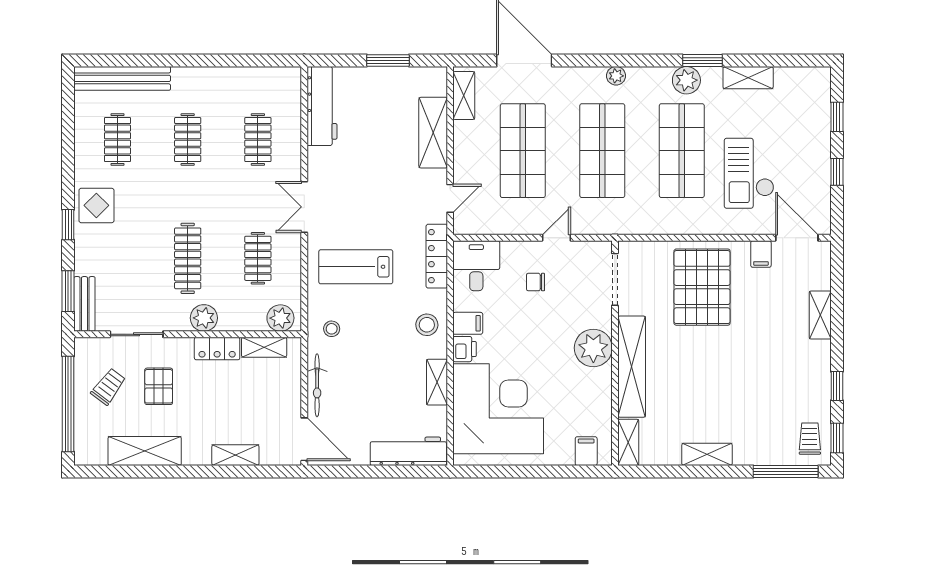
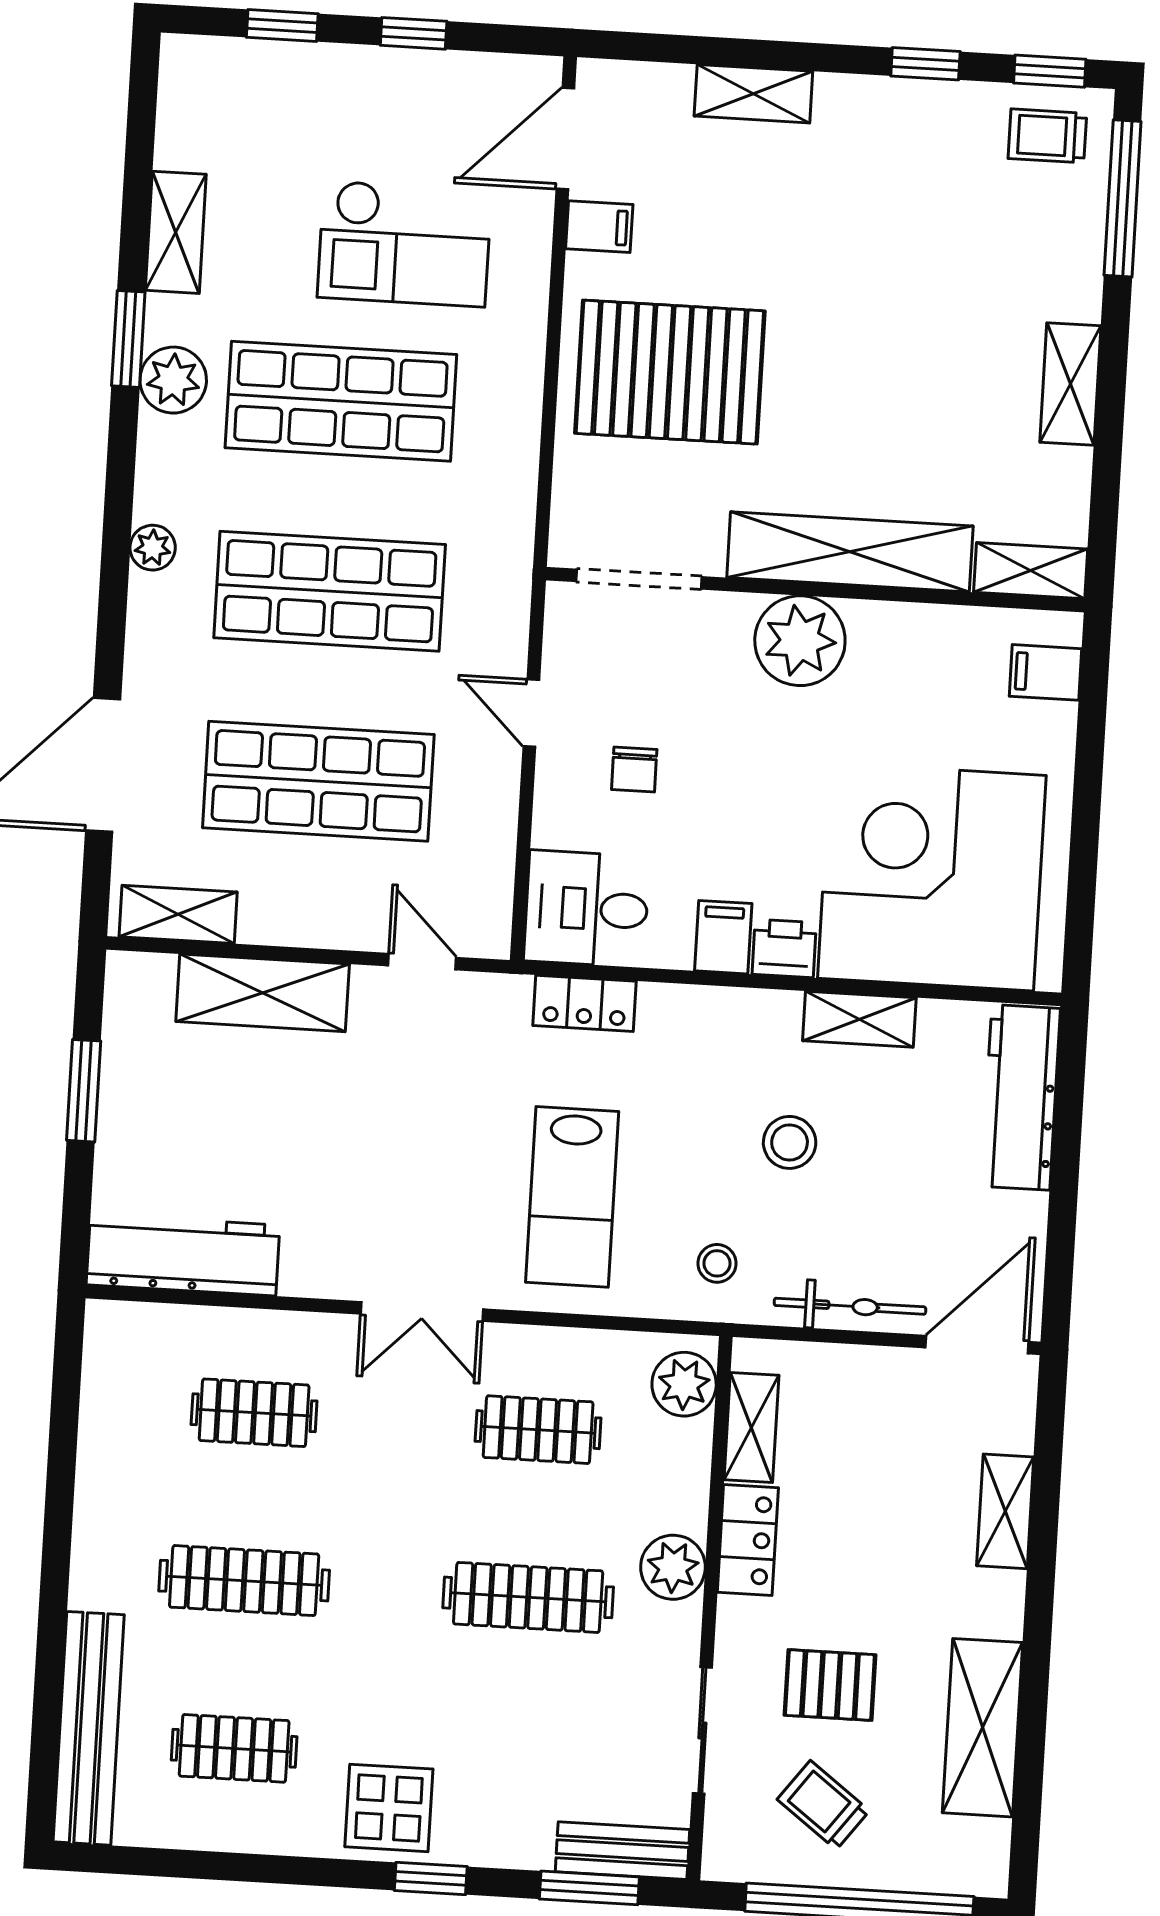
clothes rail: (188, 140) -> (244, 1581), width x1.36
locker: (437, 256) -> (585, 1003), width x0.66
stool: (427, 325) -> (790, 1142), moved

